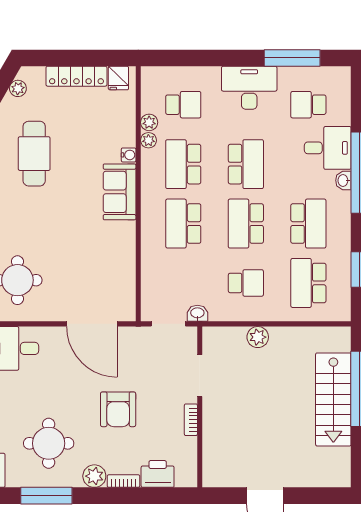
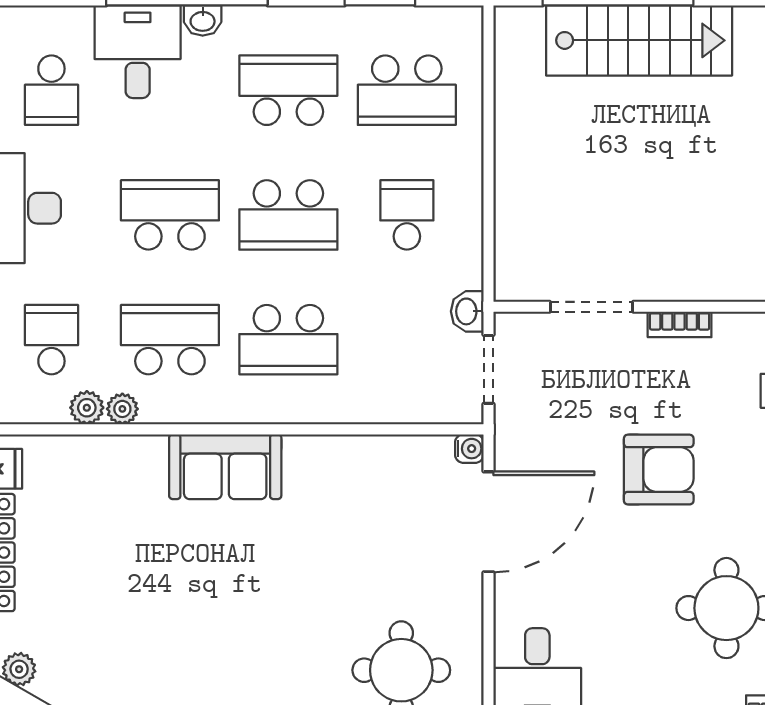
cafe table: (34, 154) -> (149, 637), removed
water cooler: (129, 155) -> (469, 449), moved, turned 90
school desk: (183, 164) -> (170, 340), turned 180
plant: (258, 337) -> (515, 191), removed

